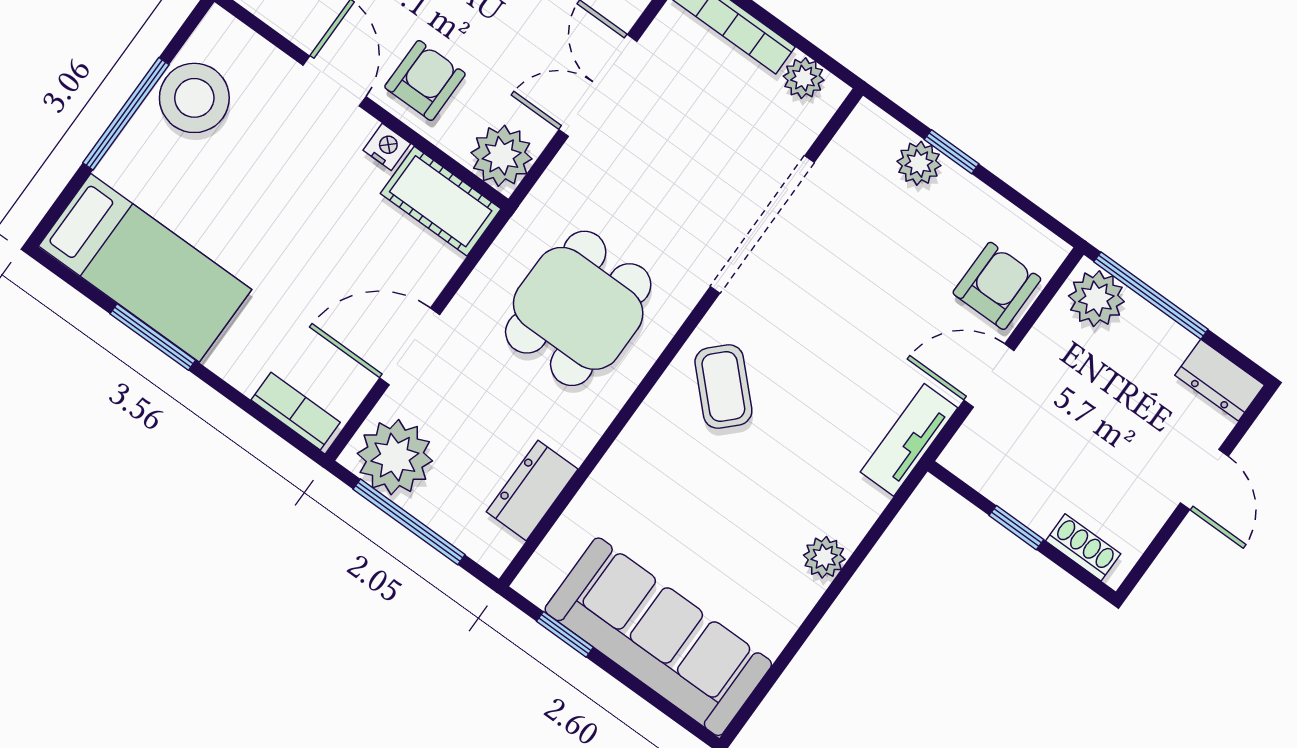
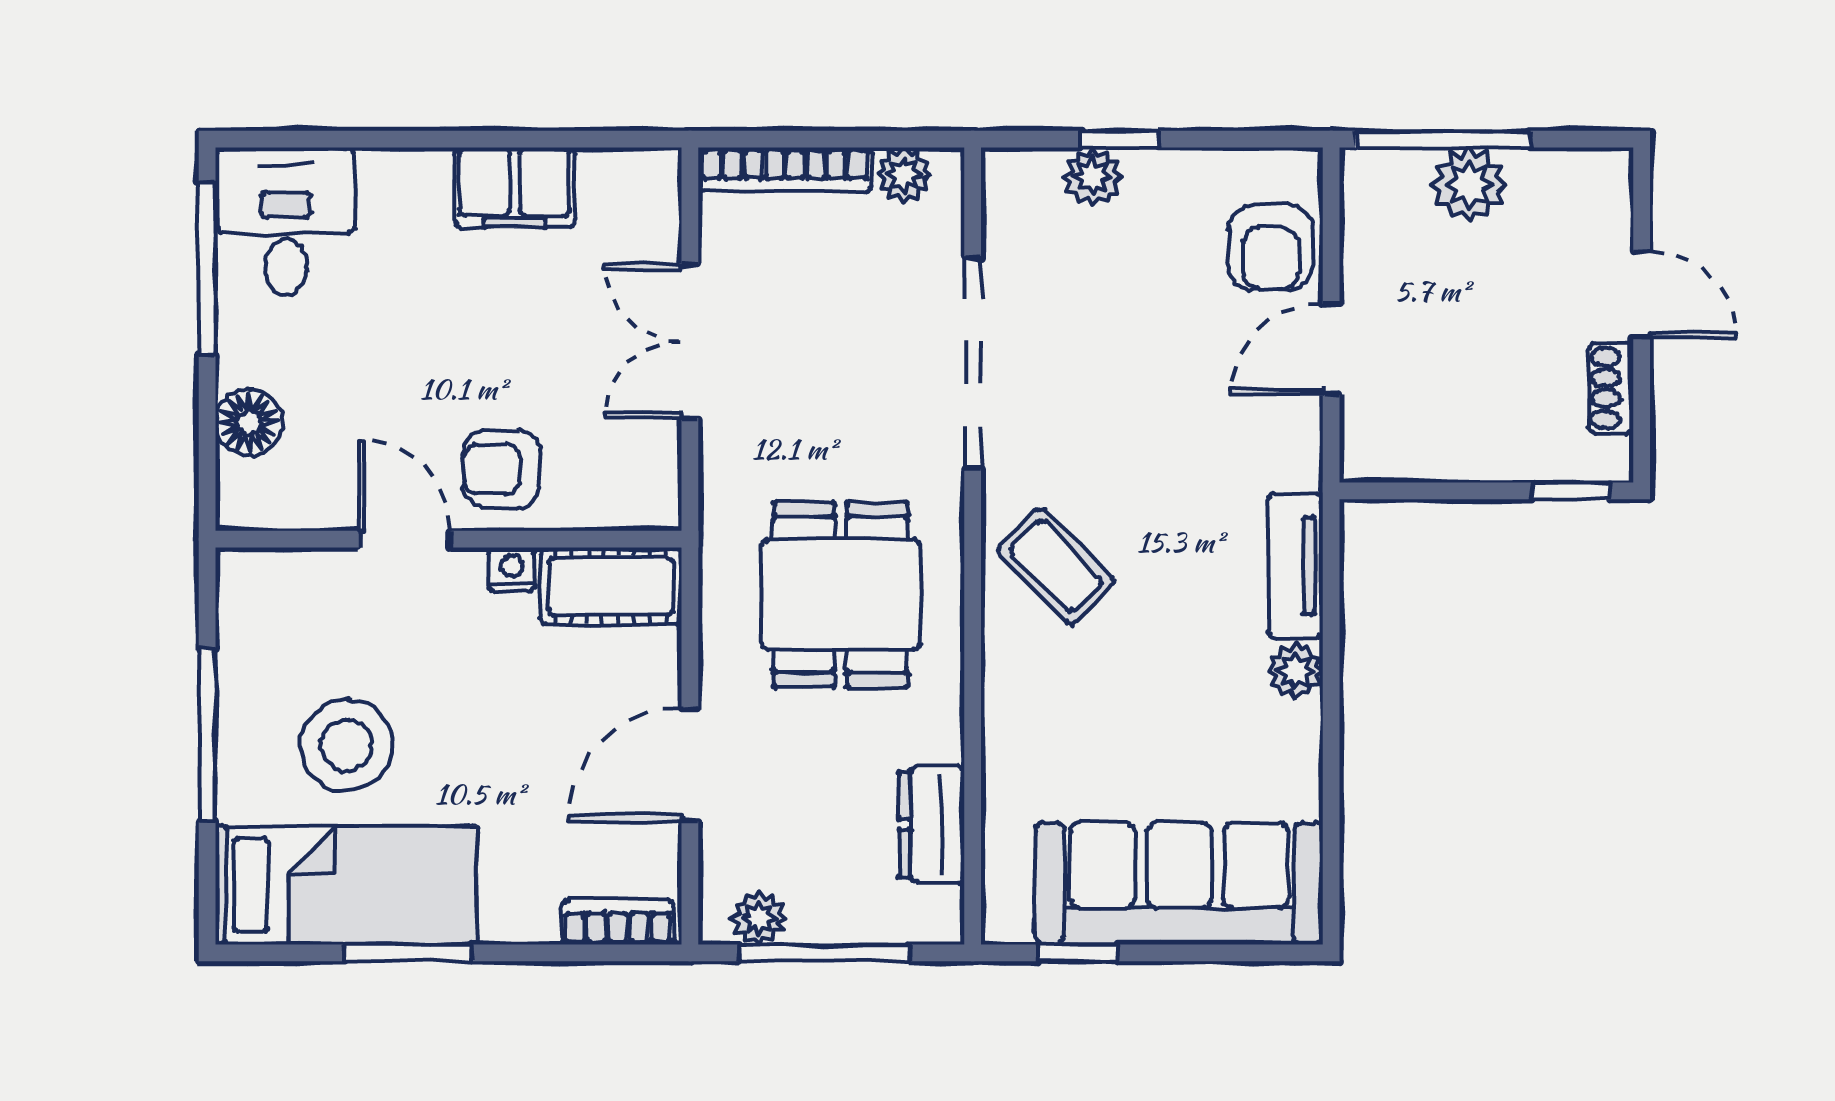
armchair: (425, 80) -> (501, 469), turned -90
stool: (194, 98) -> (346, 745), moved
plant: (502, 156) -> (641, 490), removed
armchair: (997, 286) -> (1271, 248), turned 180
plant: (1096, 299) -> (1469, 185), moved
dresser: (1220, 380) -> (1581, 177), removed
tv unit: (909, 440) -> (1295, 566), moved
plant: (395, 457) -> (759, 918), width x0.53, depth x0.53
window: (1016, 528) -> (1571, 491), moved
shoe rack: (1083, 547) -> (1611, 388), moved, turned -90

